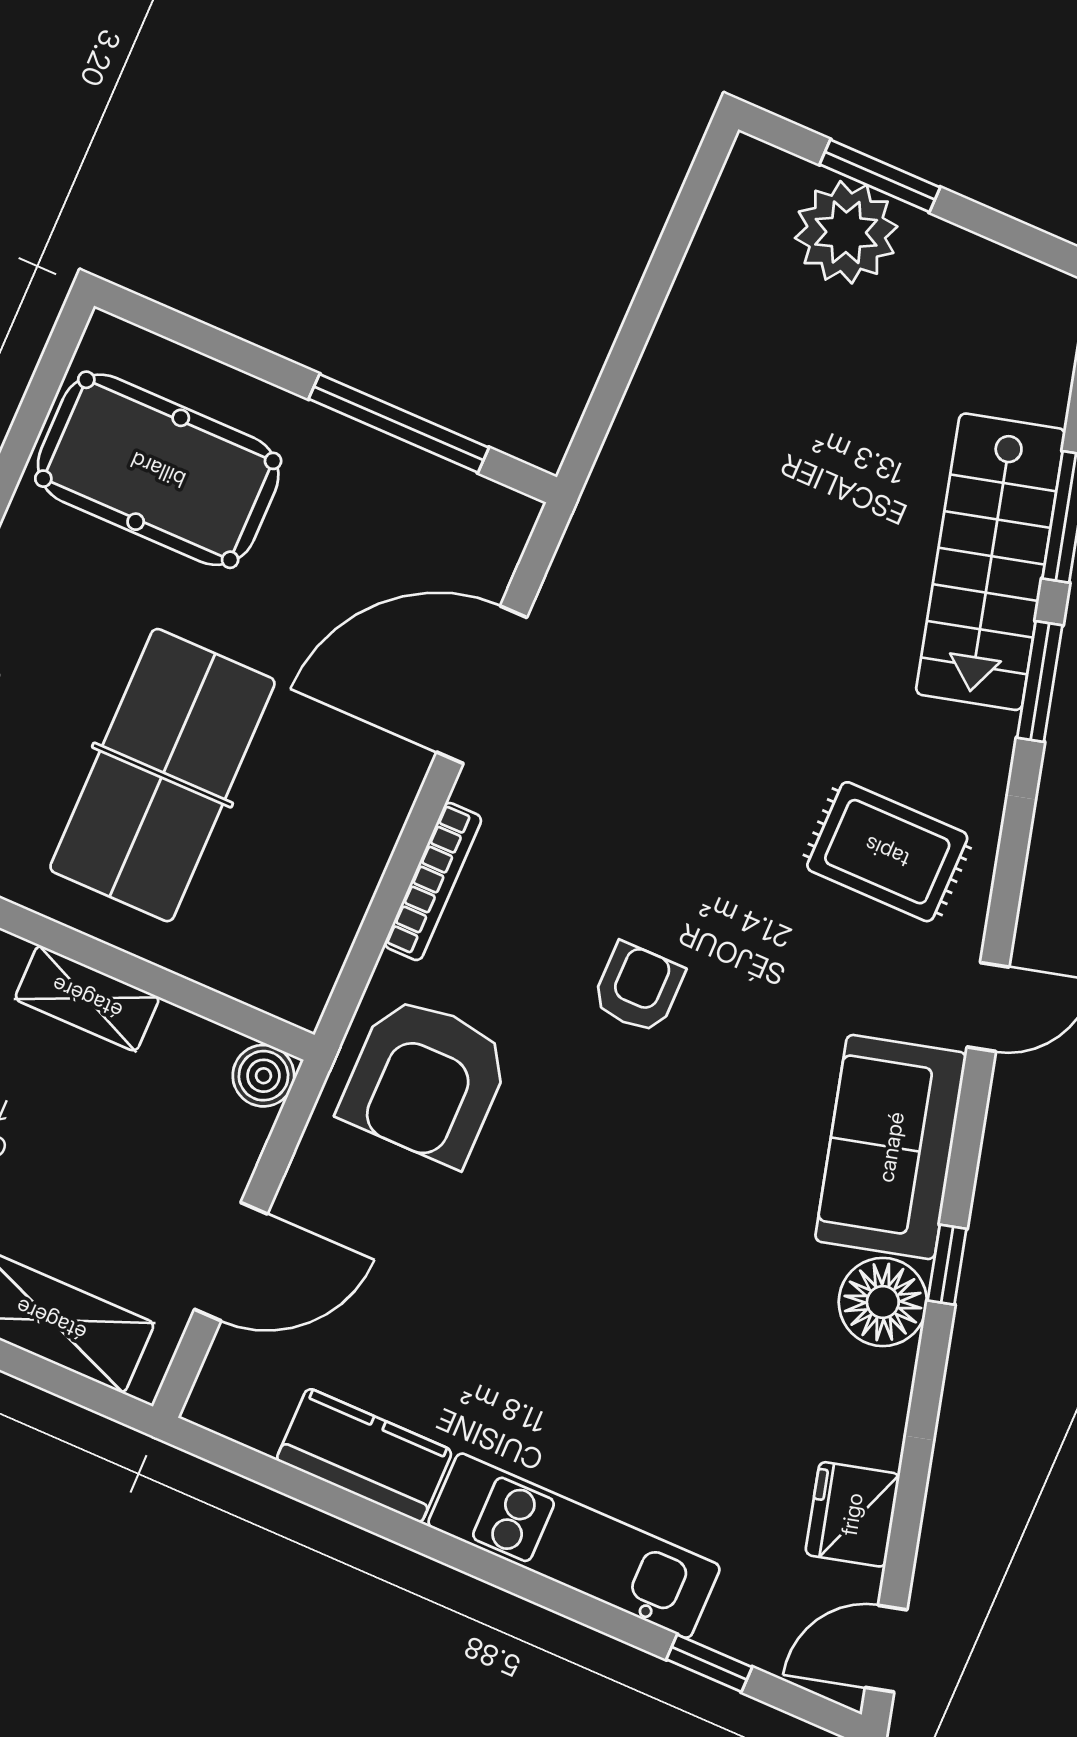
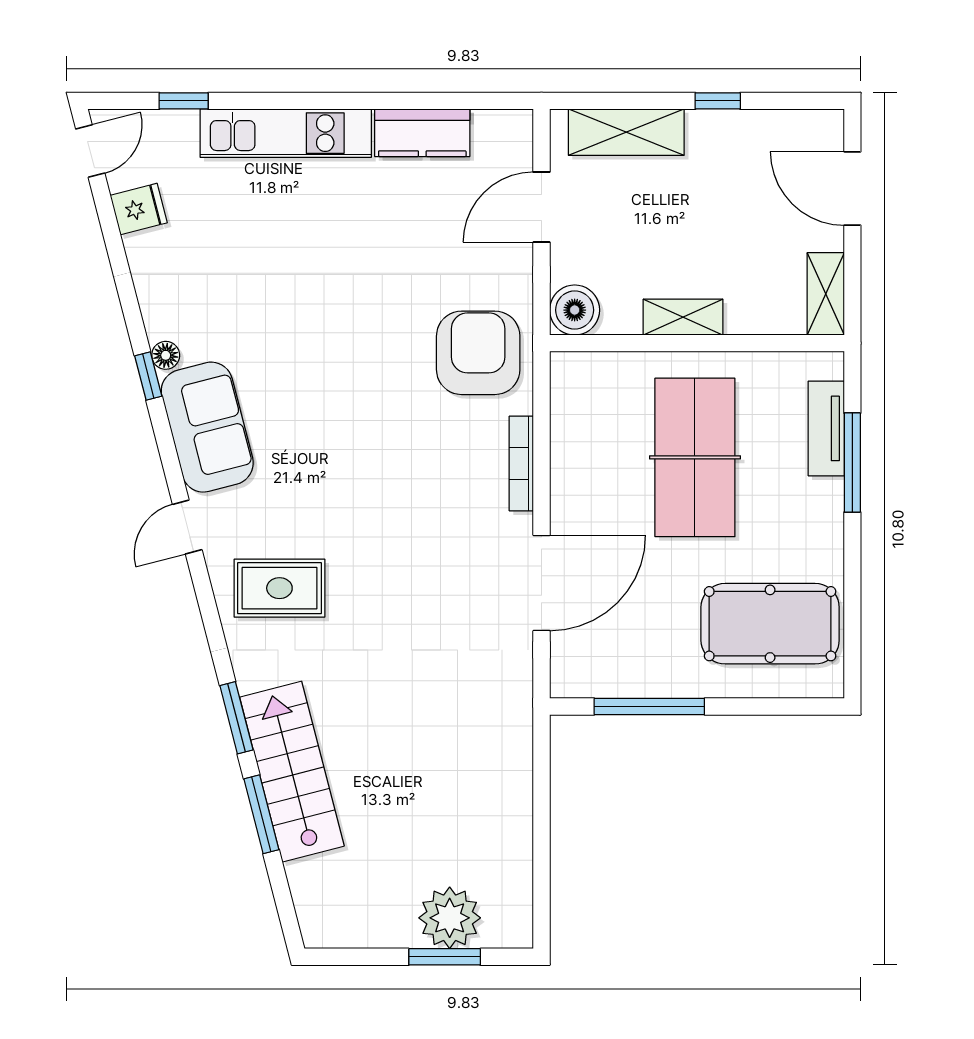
armchair: (638, 988) -> (384, 454), removed
boiler: (263, 1076) -> (575, 310), width x1.36, depth x1.36
floor lamp: (883, 1302) -> (166, 355), width x0.53, depth x0.53
fridge: (852, 1514) -> (139, 209), width x0.72

